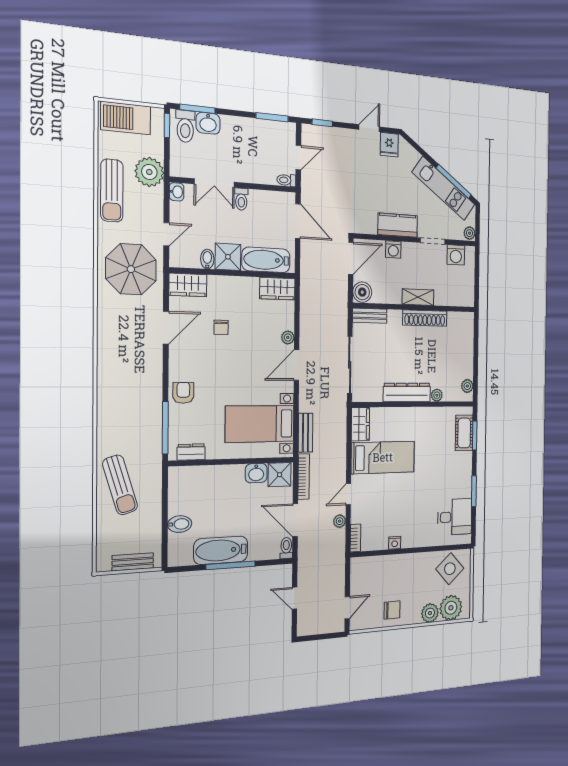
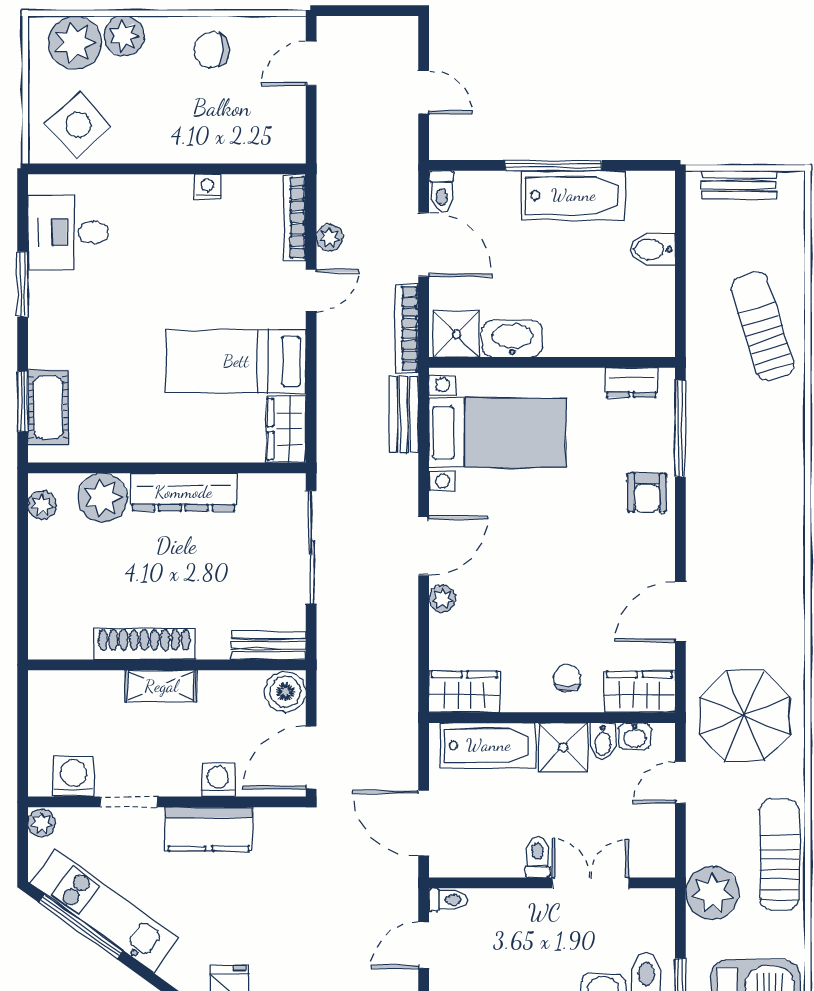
washbasin: (177, 192) -> (635, 736), moved, turned -90
chair: (221, 327) -> (567, 678), moved
plant: (437, 395) -> (103, 498), width x1.87, depth x1.87
washbasin: (256, 473) -> (512, 339), width x1.38
bookcase: (355, 538) -> (295, 217), width x1.56

